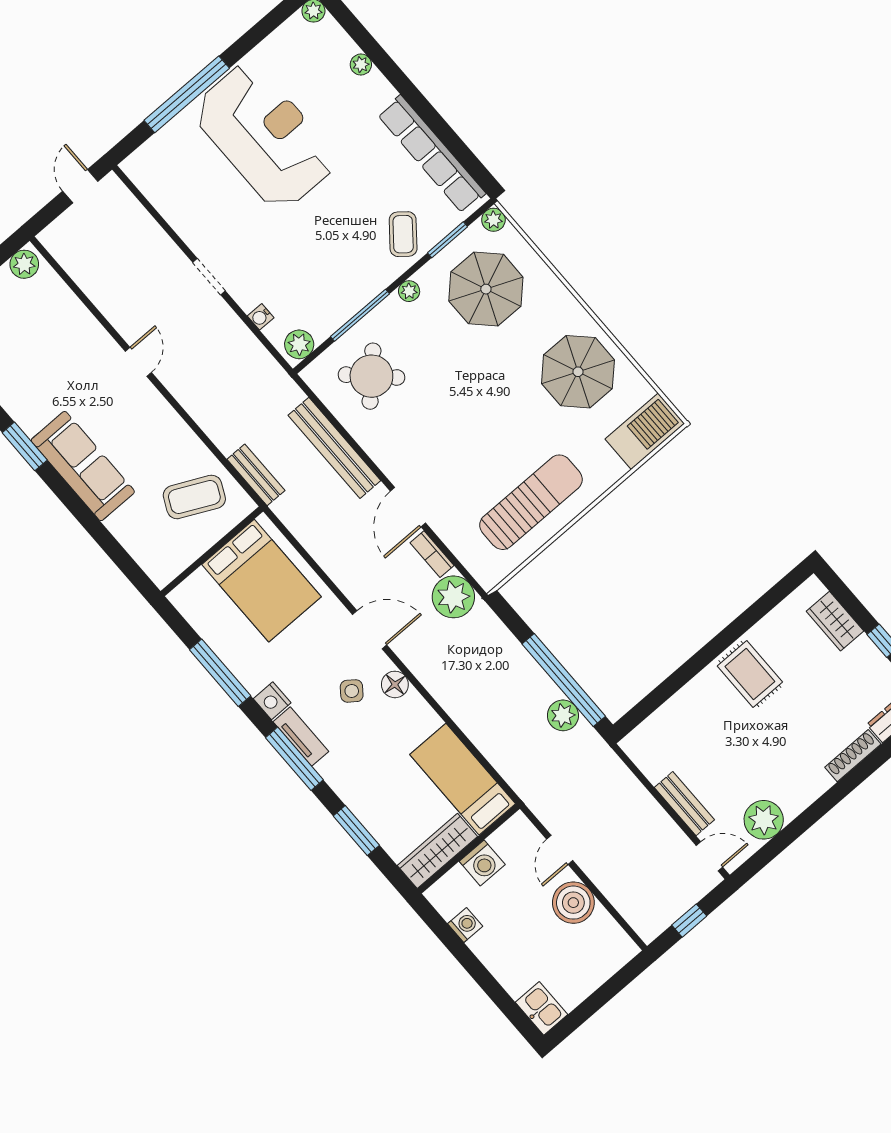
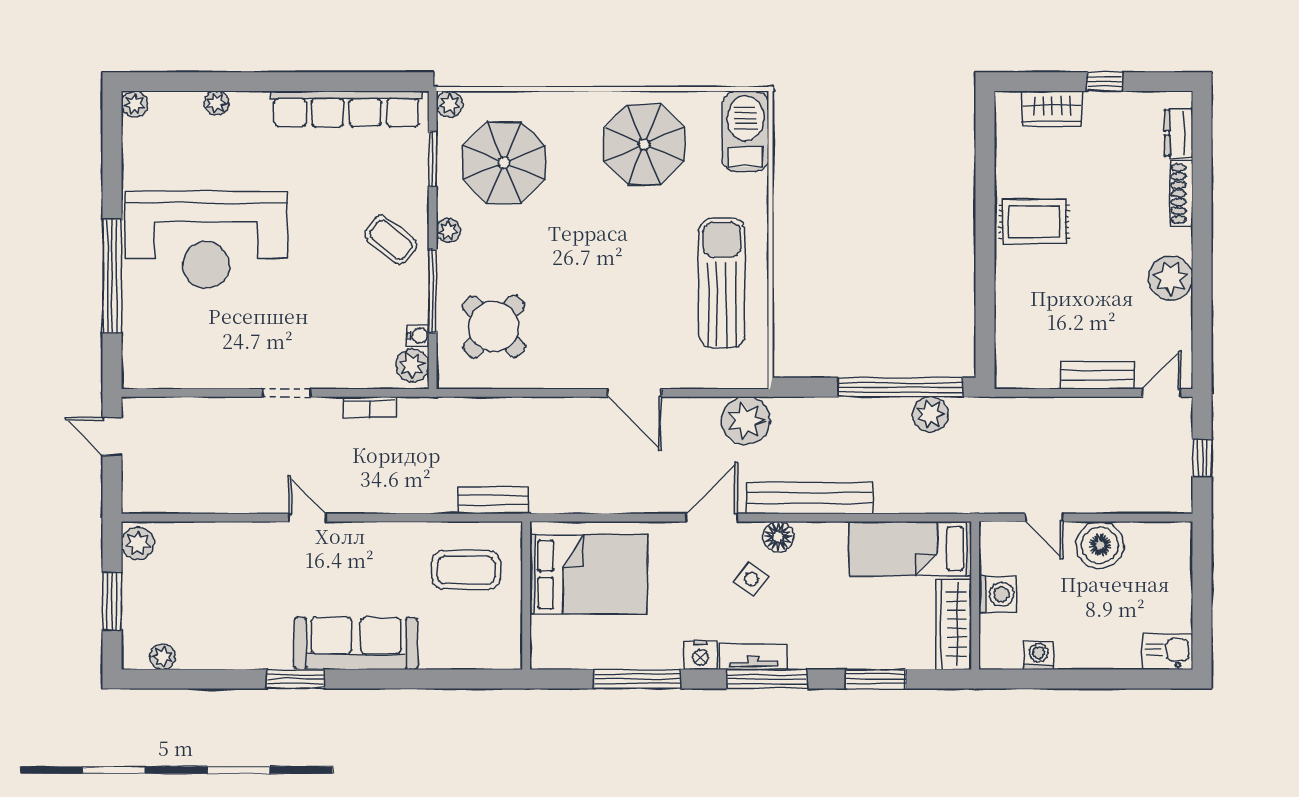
reception desk: (265, 136) -> (206, 240), turned 180
coffee table: (403, 234) -> (391, 240), moved
water cooler: (261, 317) -> (418, 336), moved, turned -90
bench: (334, 448) -> (810, 498), moved
coffee table: (194, 497) -> (466, 570), turned 64
bookcase: (432, 554) -> (370, 407), moved
plant: (764, 820) -> (1171, 278), moved

